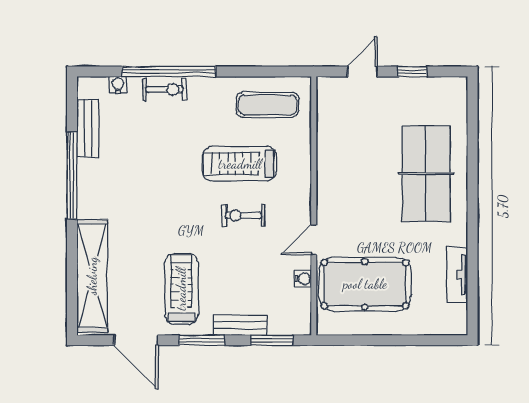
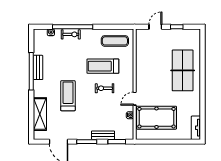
bench: (88, 128) -> (38, 67), moved
tv unit: (457, 275) -> (196, 128), moved
shelving: (92, 276) -> (40, 114), width x0.68
treadmill: (181, 289) -> (68, 96), moved

